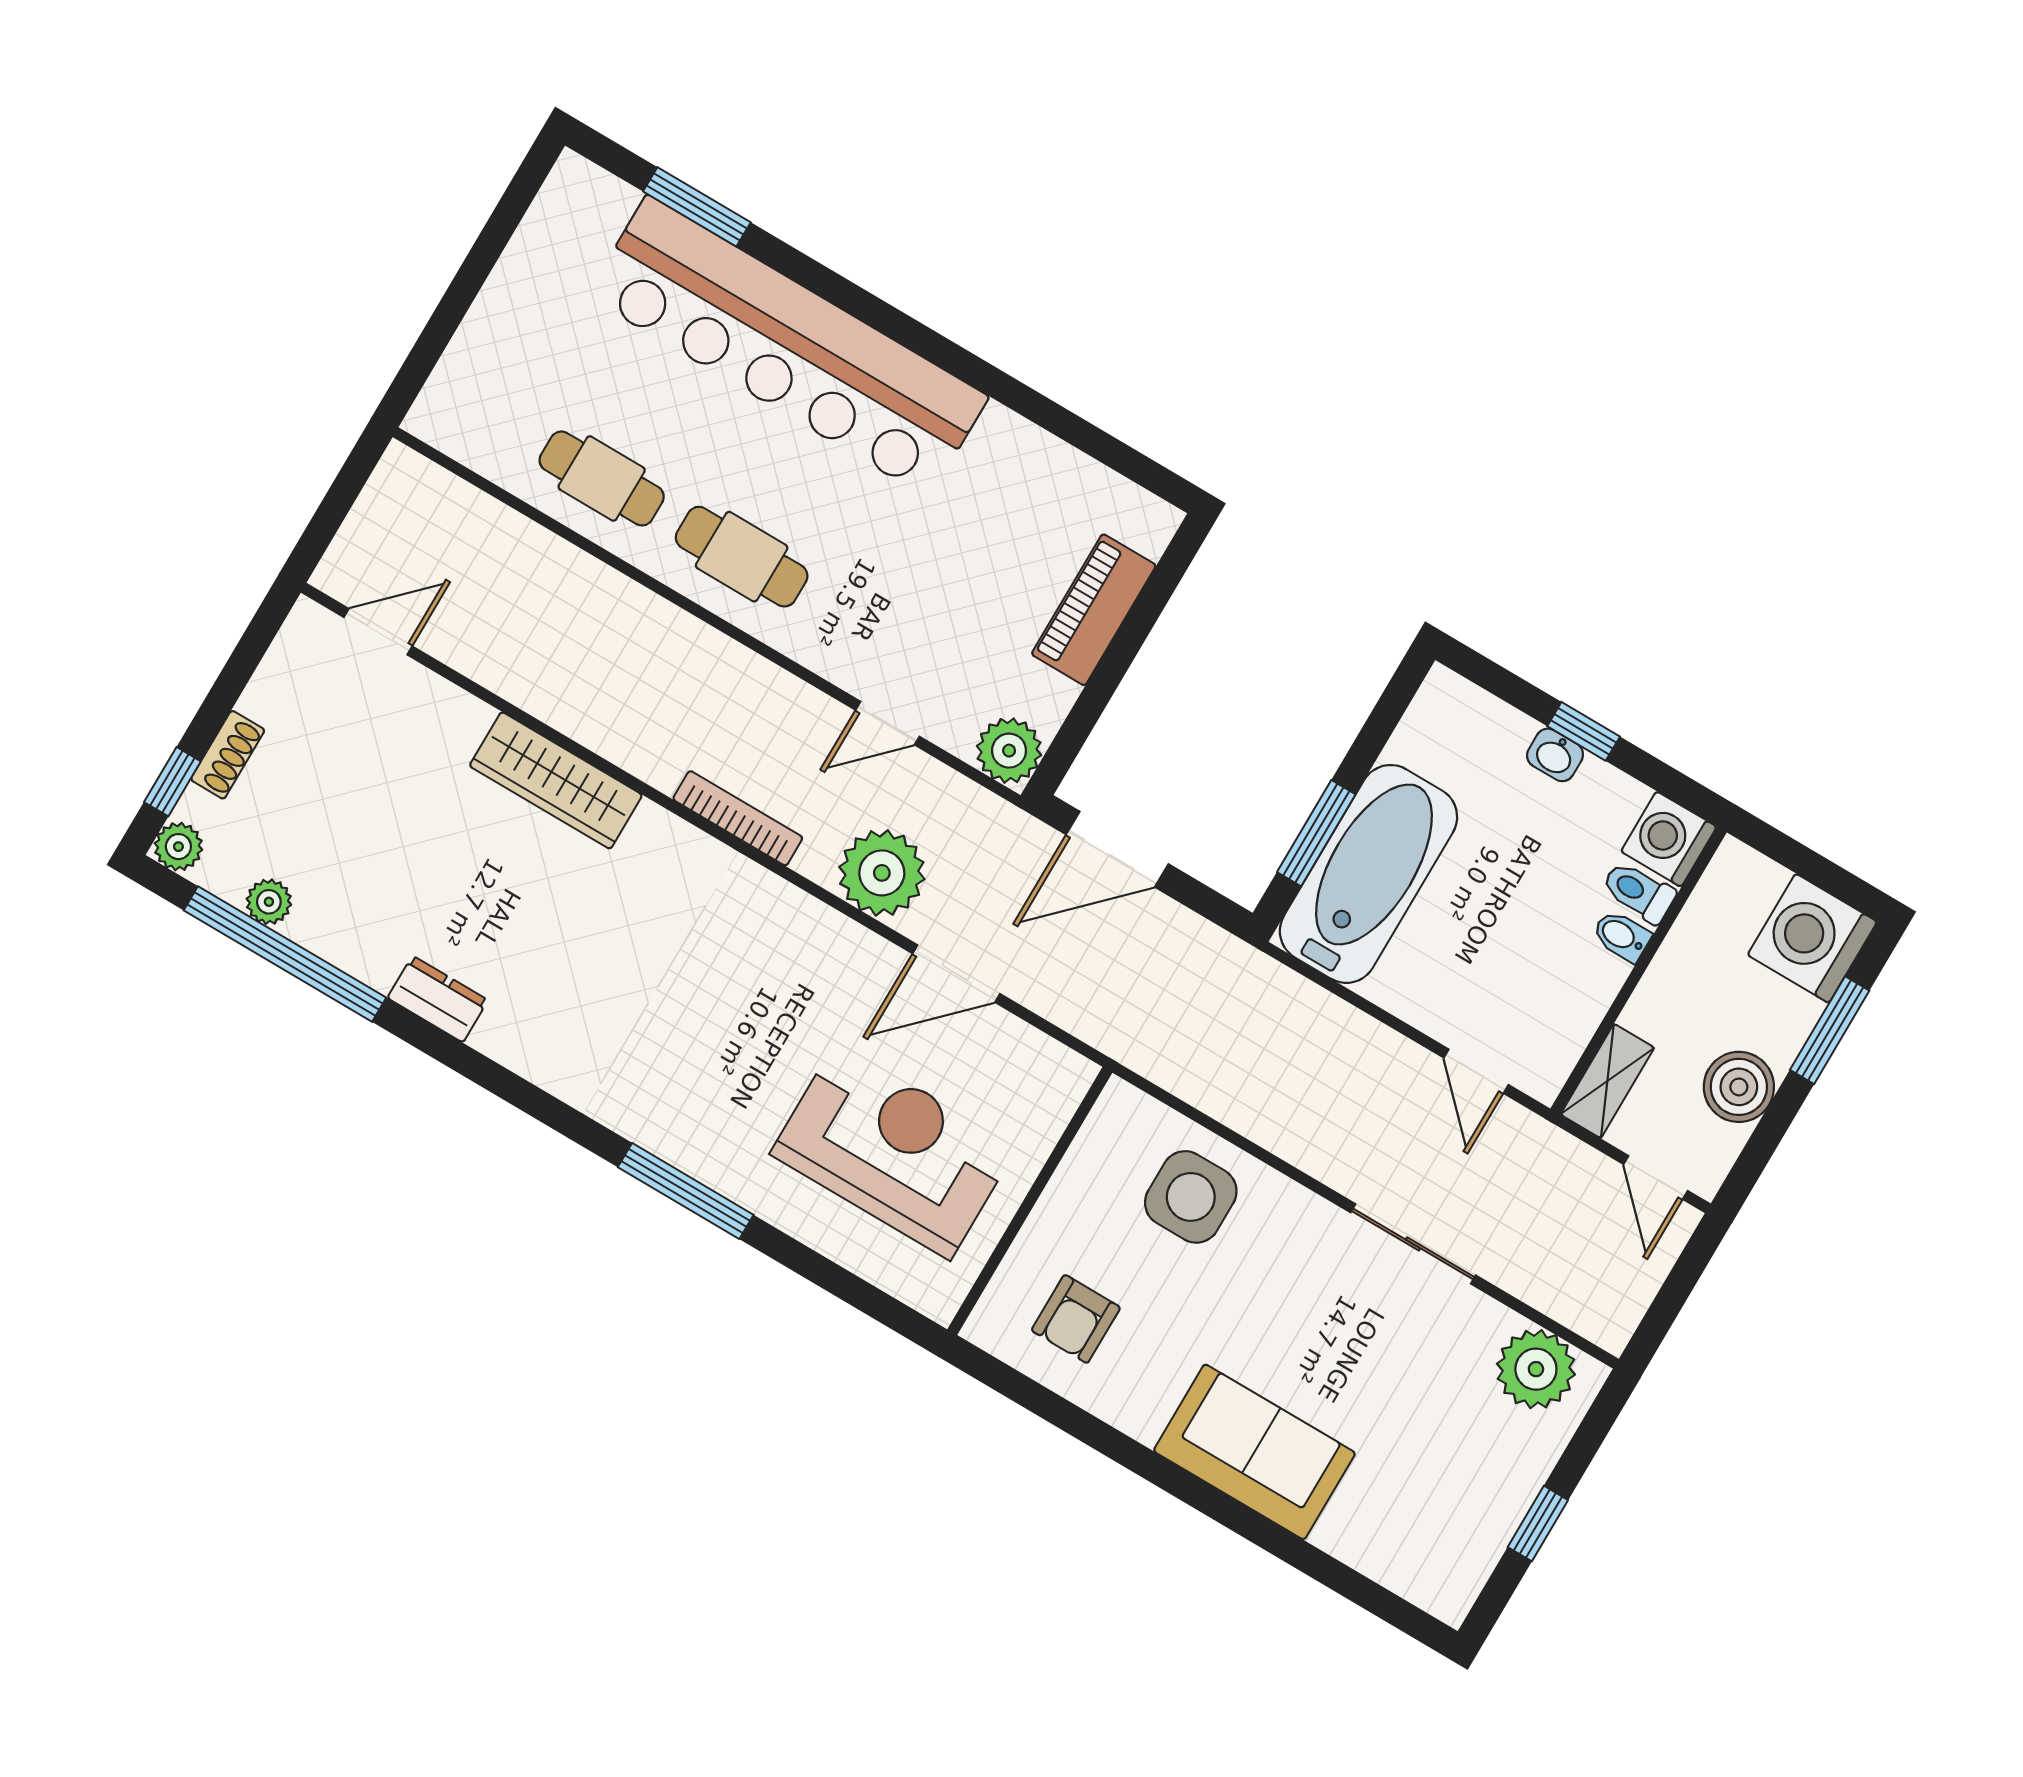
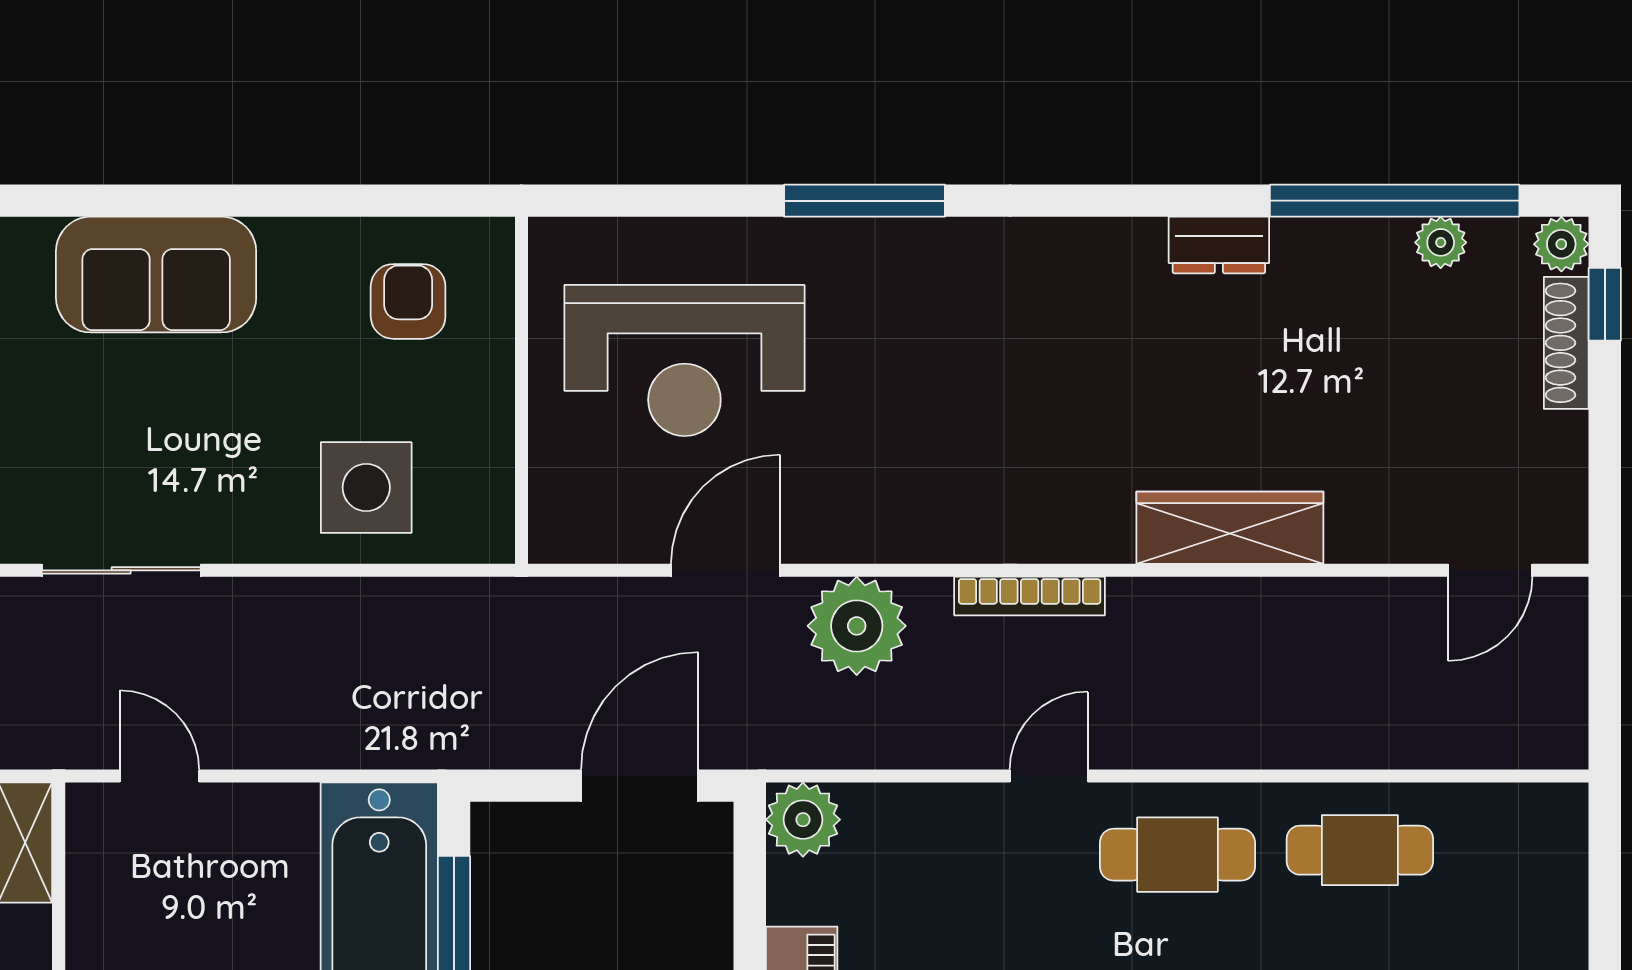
door: (888, 723) -> (1049, 776), moved
shoe rack: (228, 755) -> (1566, 343), width x1.43

